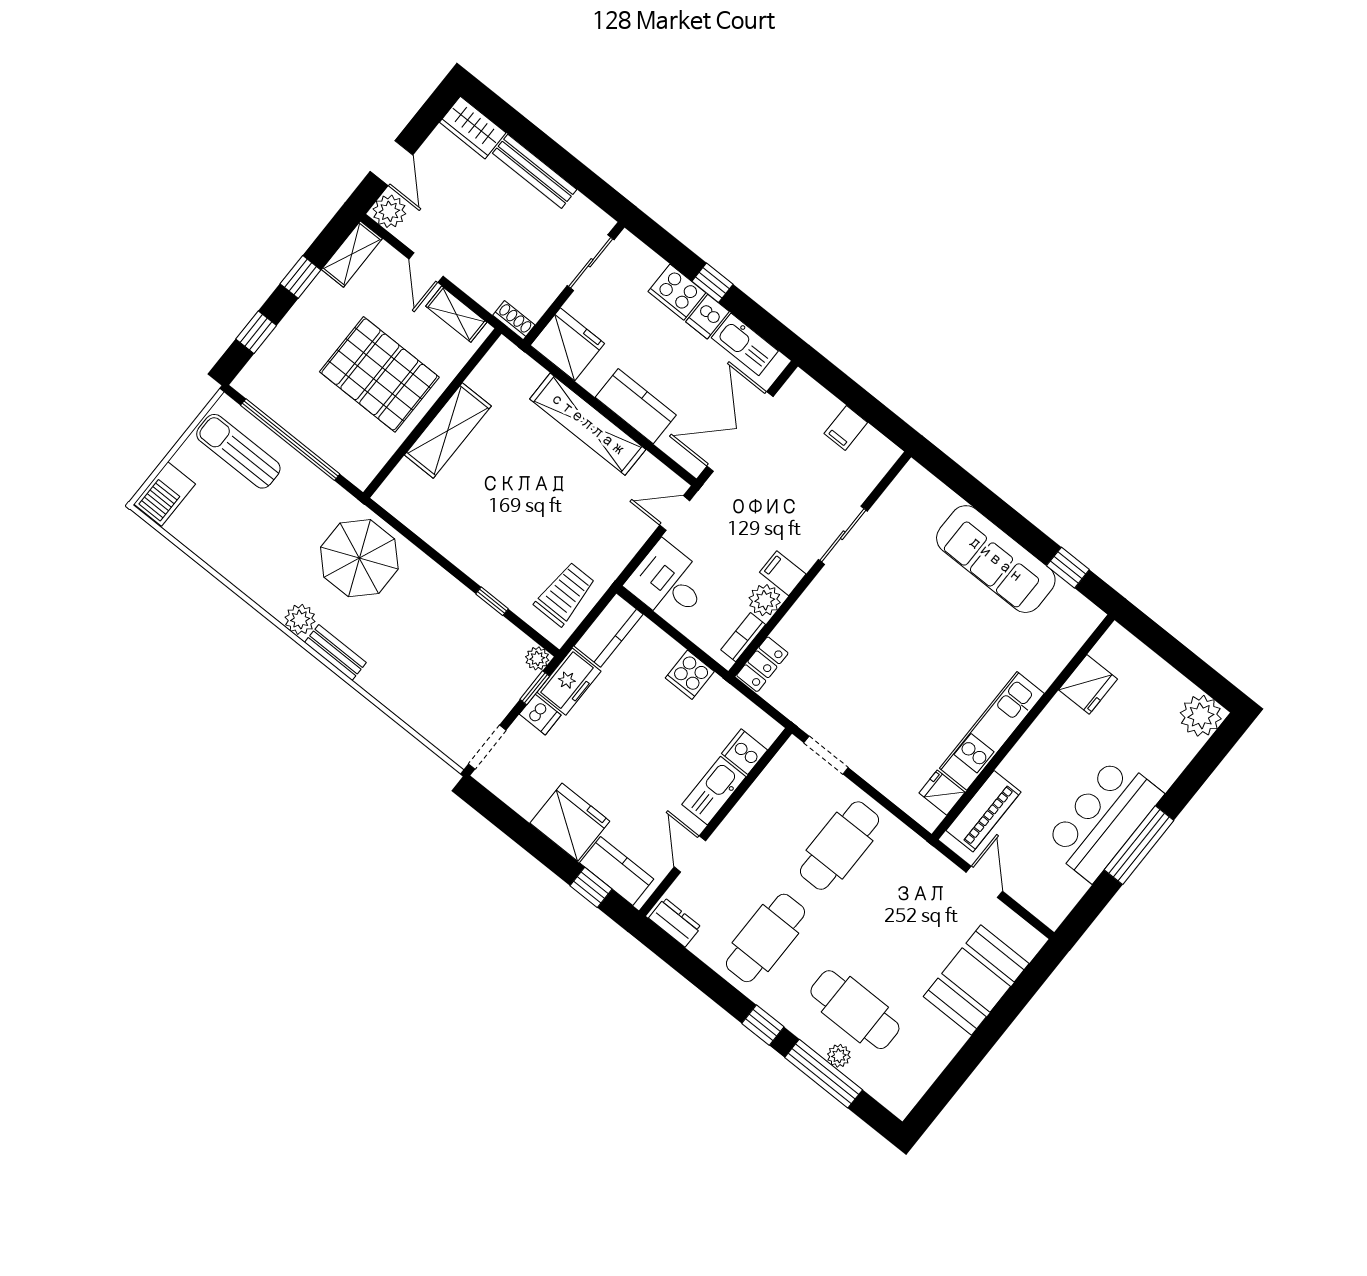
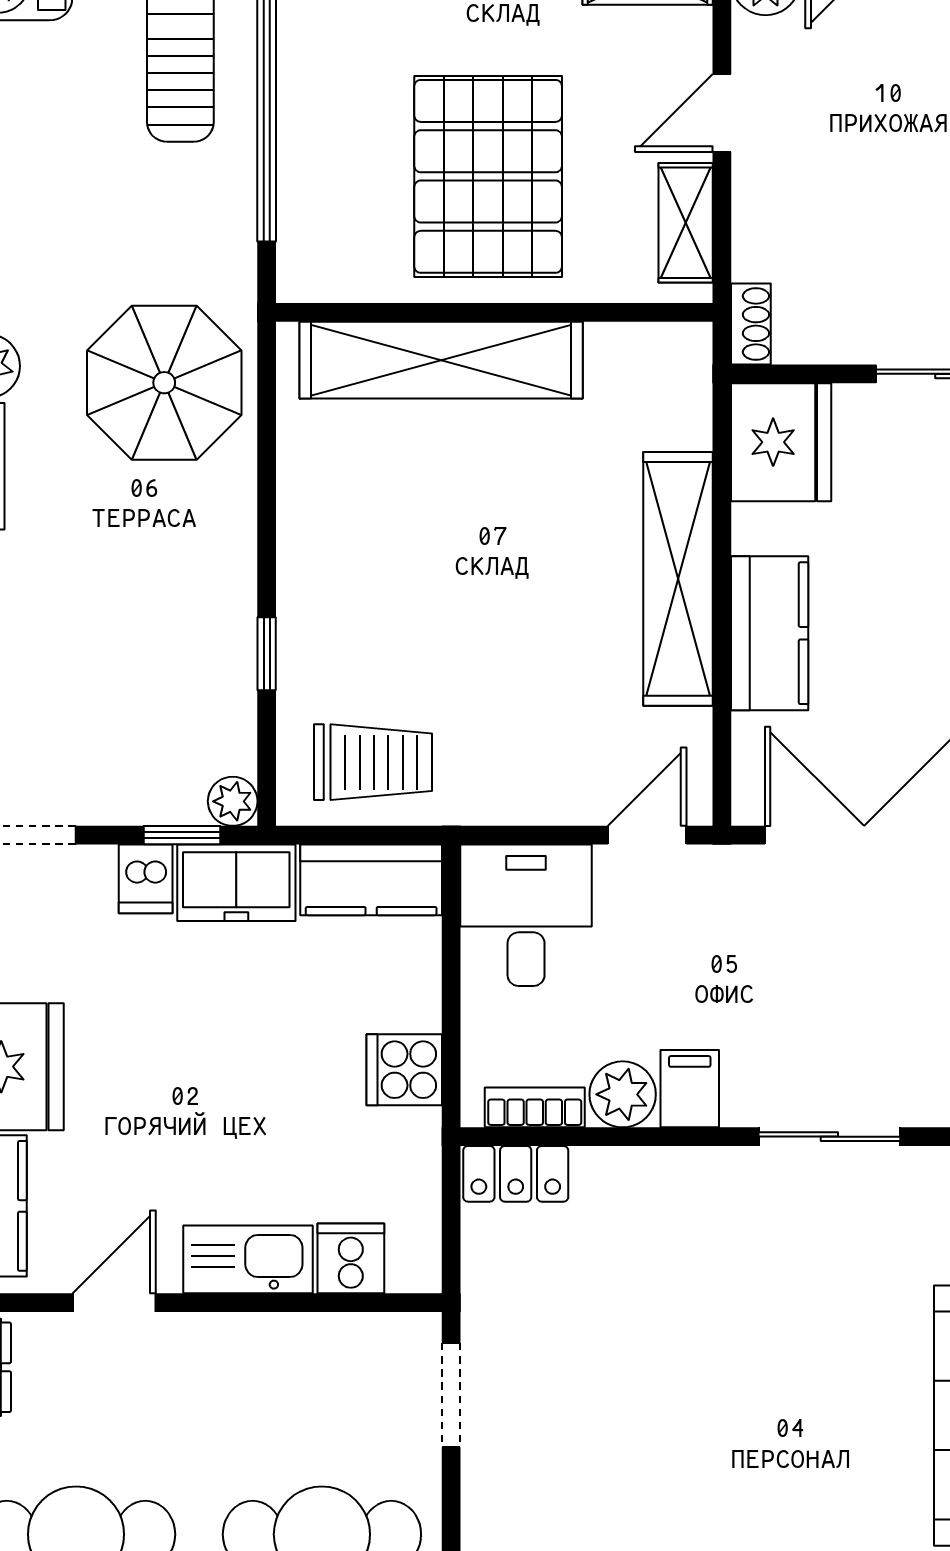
shelving: (448, 430) -> (441, 360), width x1.47
door: (675, 513) -> (647, 835), hinge flipped

